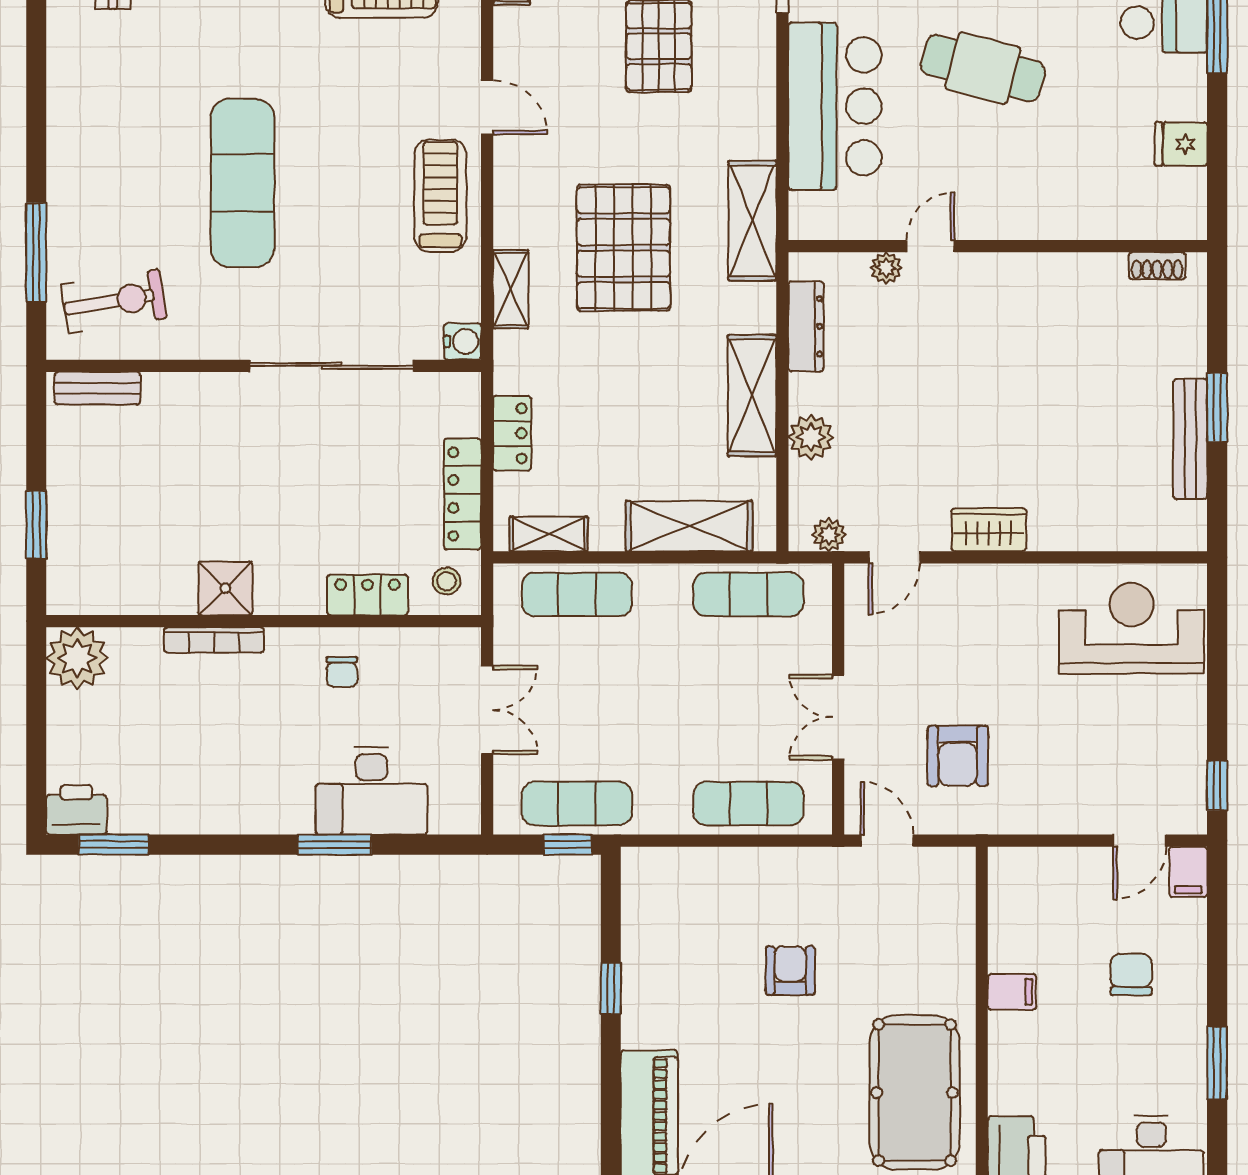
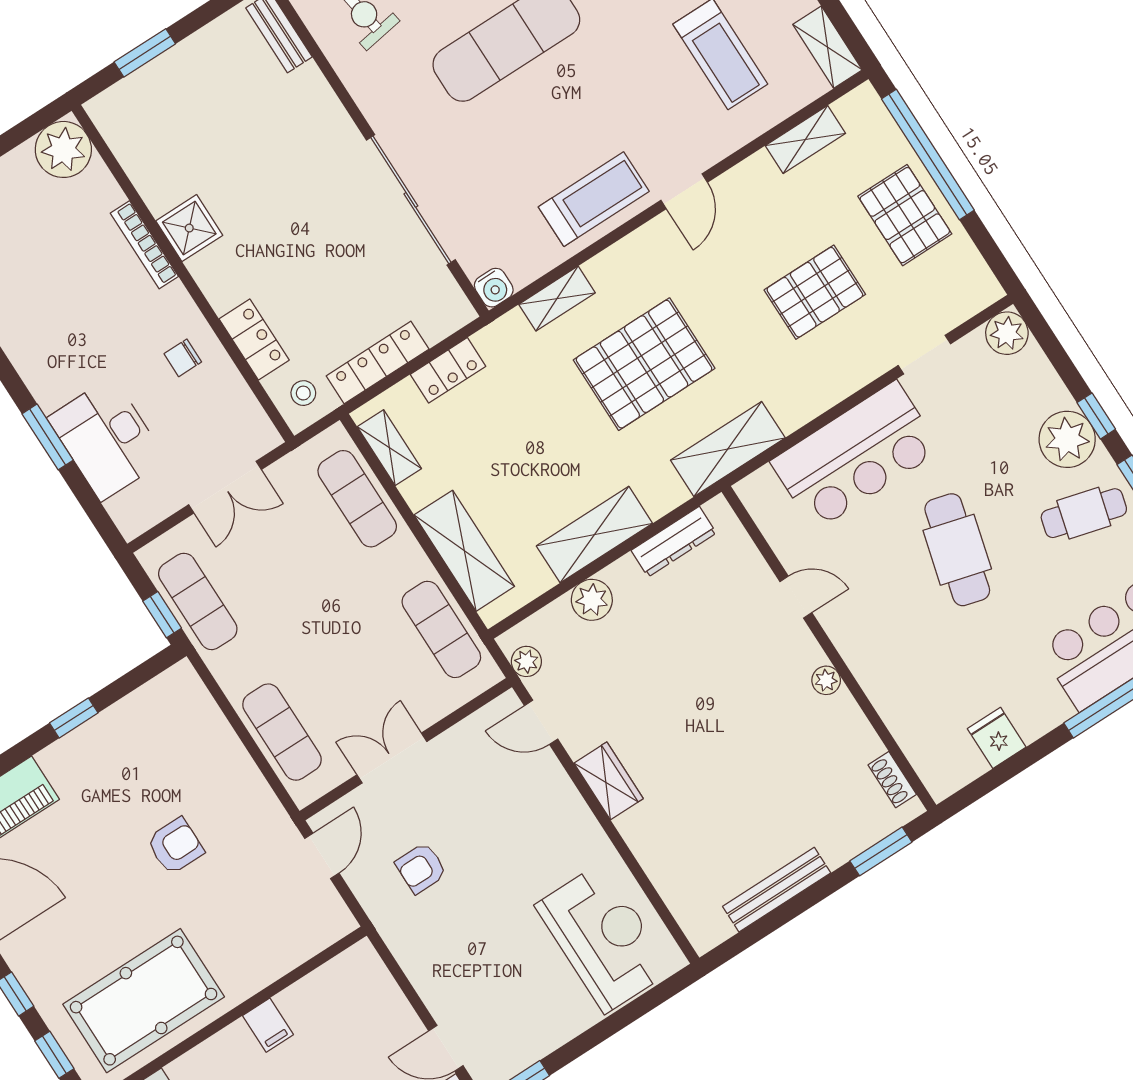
plant: (886, 268) -> (826, 680), moved
window: (1217, 408) -> (881, 851), moved
armchair: (958, 756) -> (421, 868), width x0.72, depth x0.72

